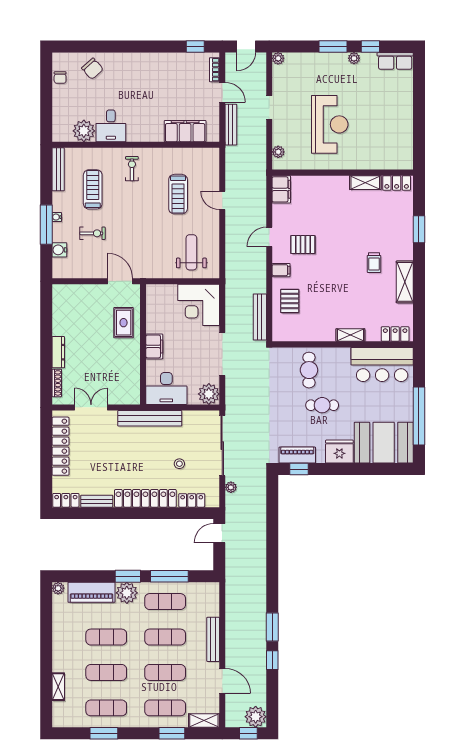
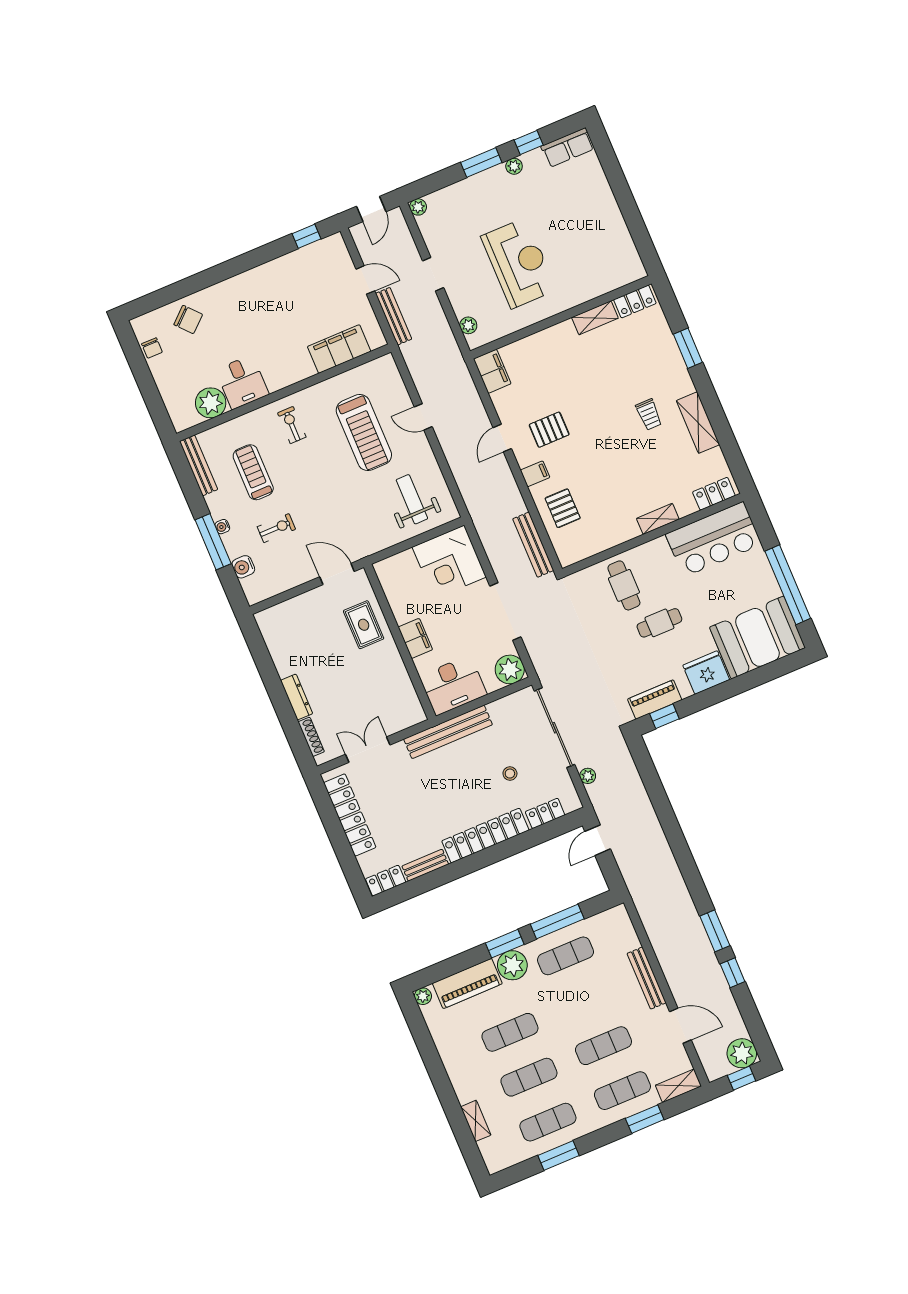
bookcase: (214, 70) -> (343, 255), removed
treadmill: (178, 194) -> (364, 433), width x1.37, depth x1.38
exercise mat: (165, 637) -> (584, 1001), removed

